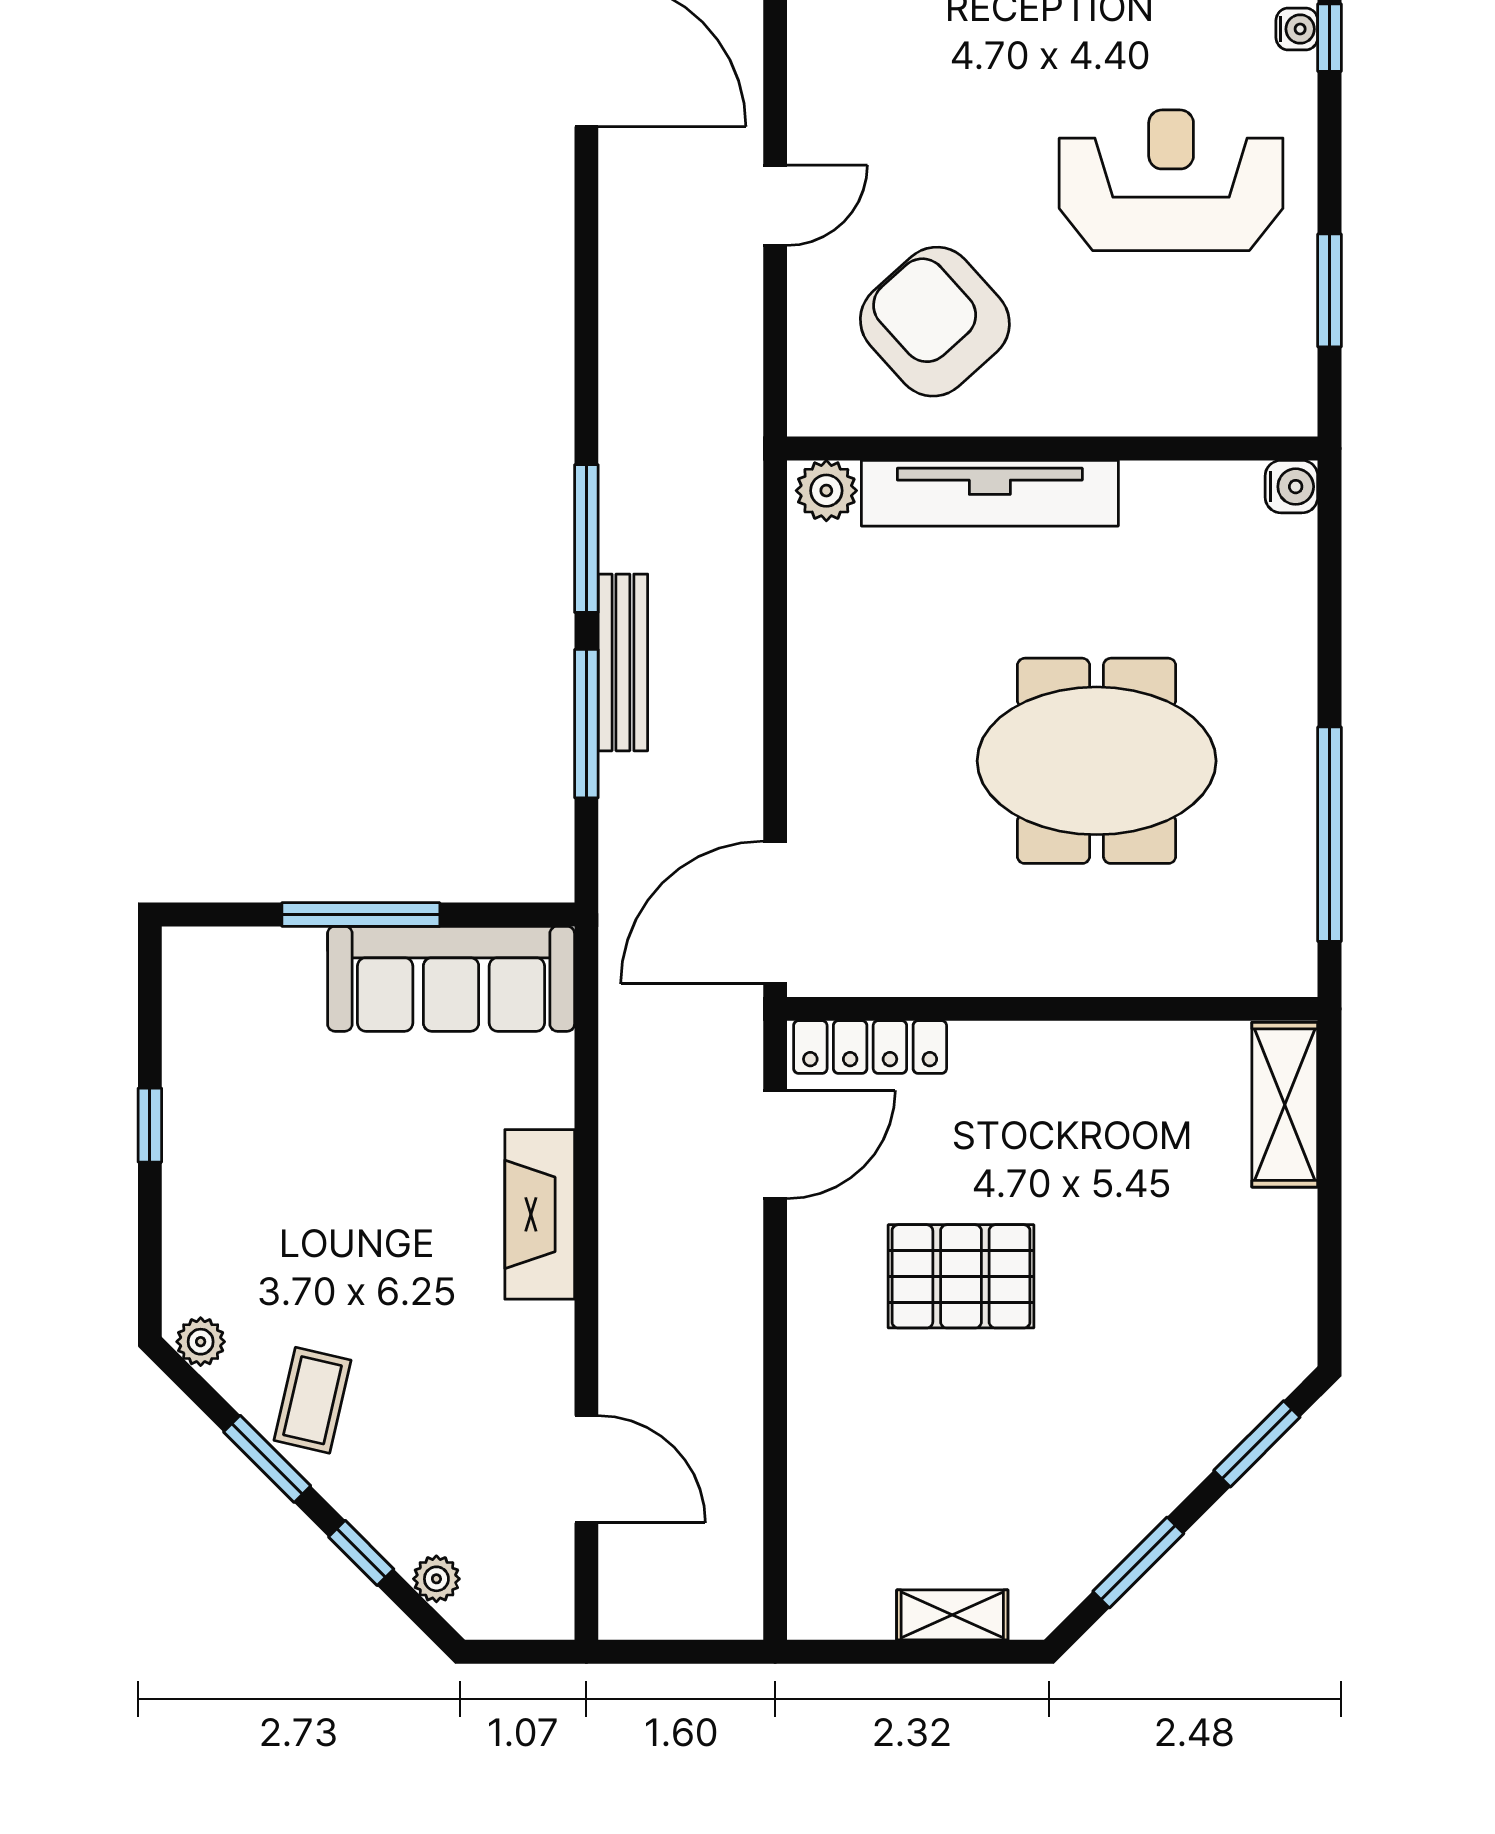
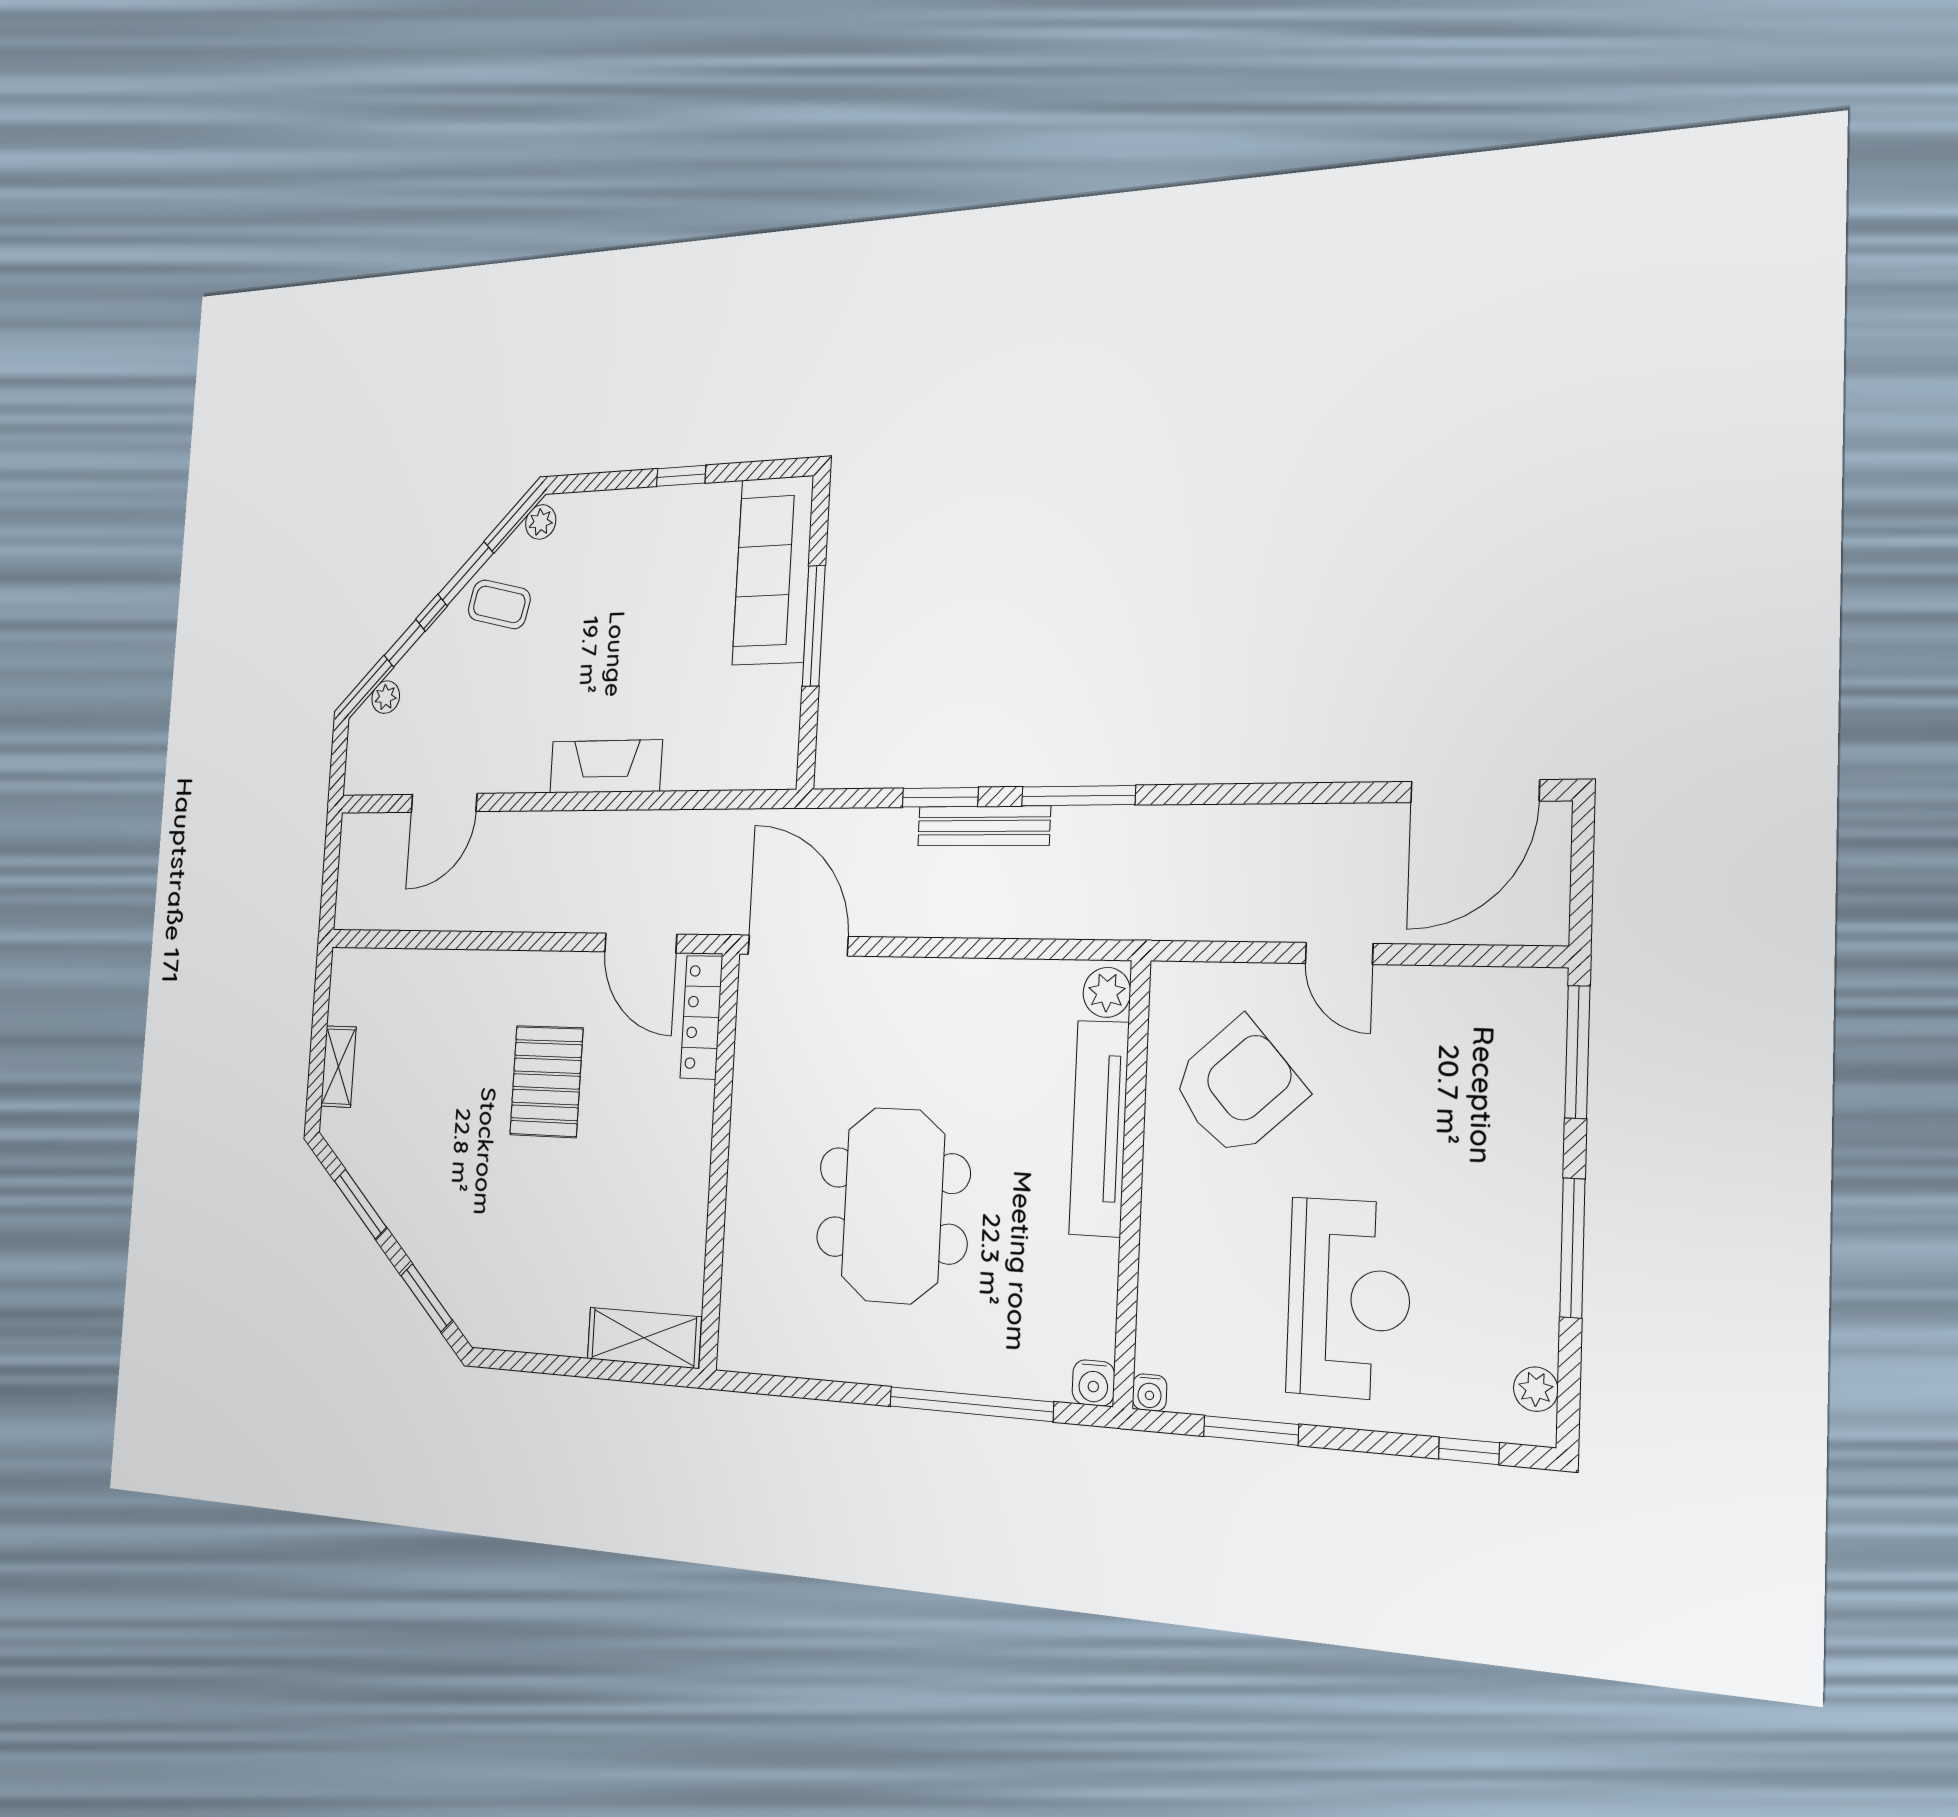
water cooler: (1297, 29) -> (1150, 1393), moved
window: (586, 724) -> (940, 797), width x0.69
window: (1330, 834) -> (971, 1404), moved
sofa: (451, 979) -> (773, 571), moved

